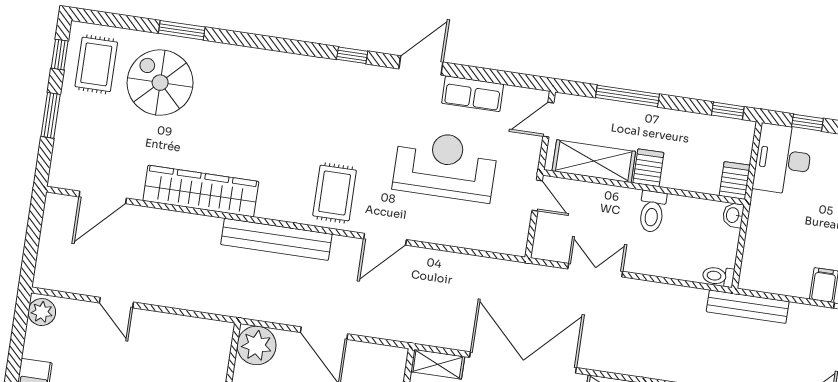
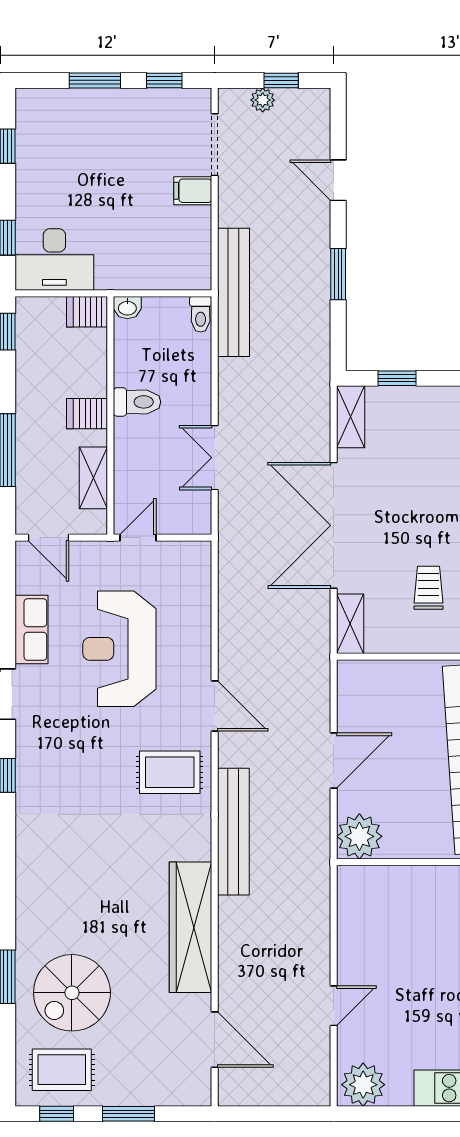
shelving: (594, 161) -> (93, 478), width x0.67, depth x0.75
bench: (748, 307) -> (234, 292), width x1.37, depth x1.21
plant: (42, 312) -> (363, 1085), width x1.36, depth x1.36

